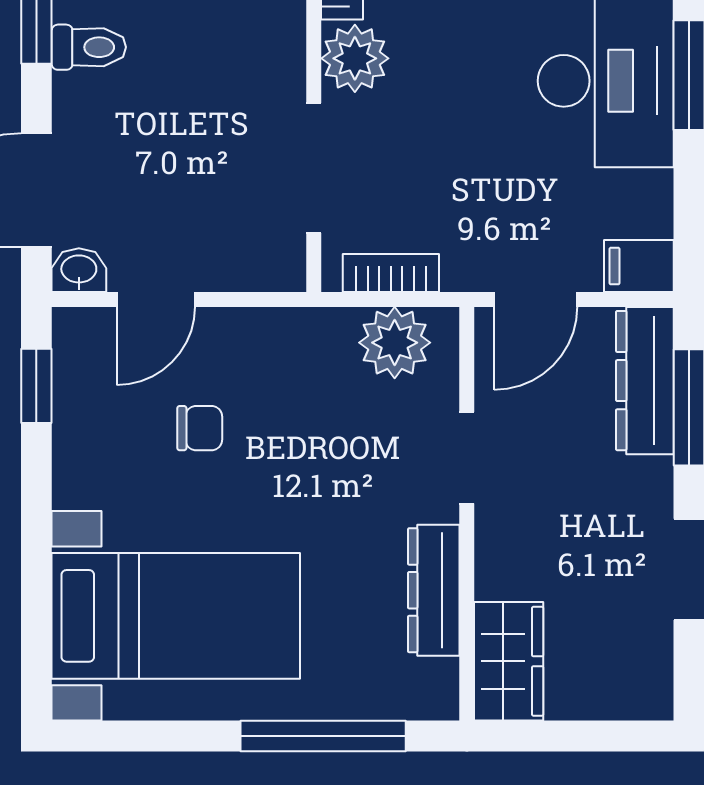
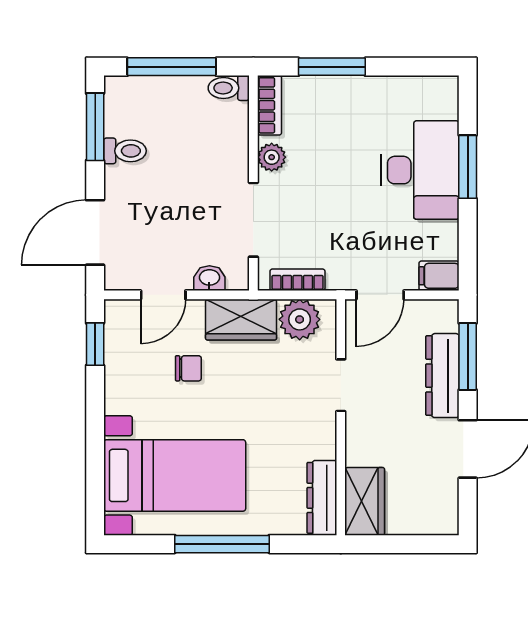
plant: (355, 58) -> (272, 157), width x0.73, depth x0.73
washbasin: (79, 270) -> (209, 278), moved
wardrobe: (292, 343) -> (241, 320), added
dresser: (645, 381) -> (442, 376), moved
dresser: (434, 590) -> (322, 498), moved
window: (323, 736) -> (222, 544), moved

